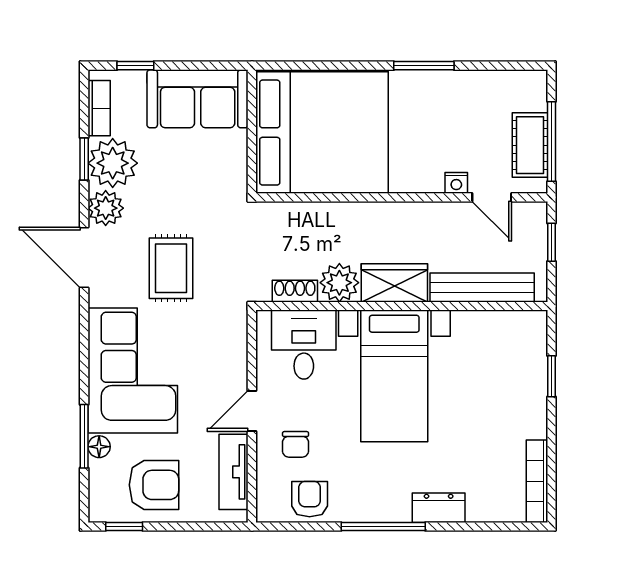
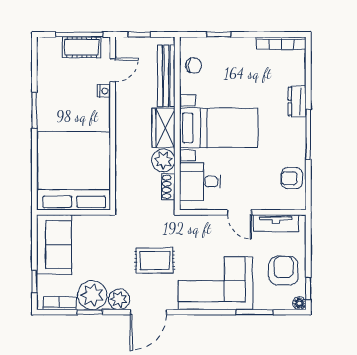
chair: (296, 444) -> (194, 65), moved
floor lamp: (99, 447) -> (299, 303), moved

